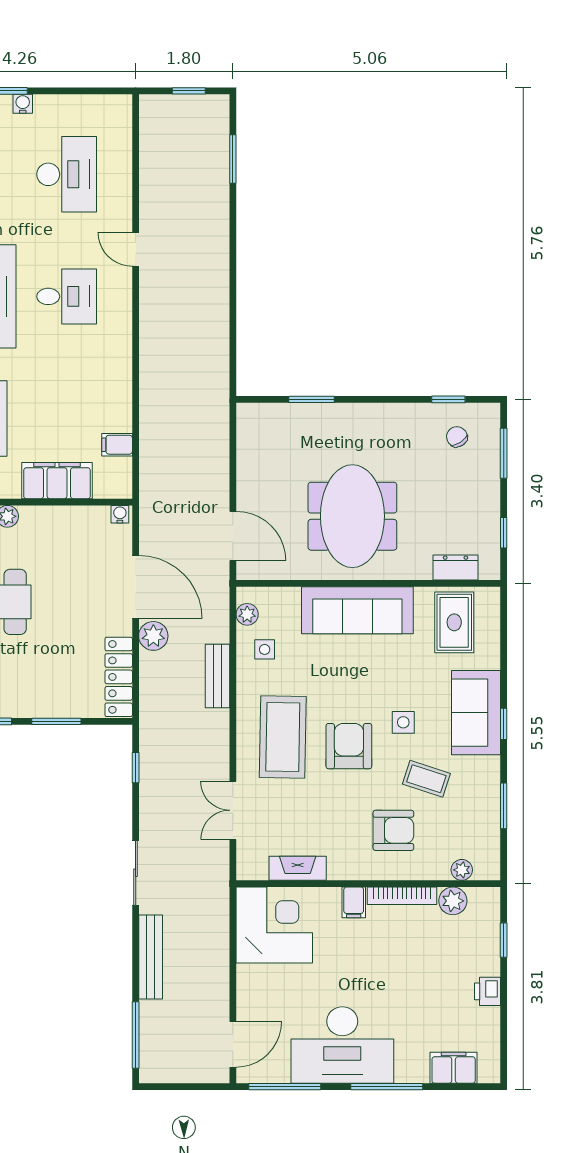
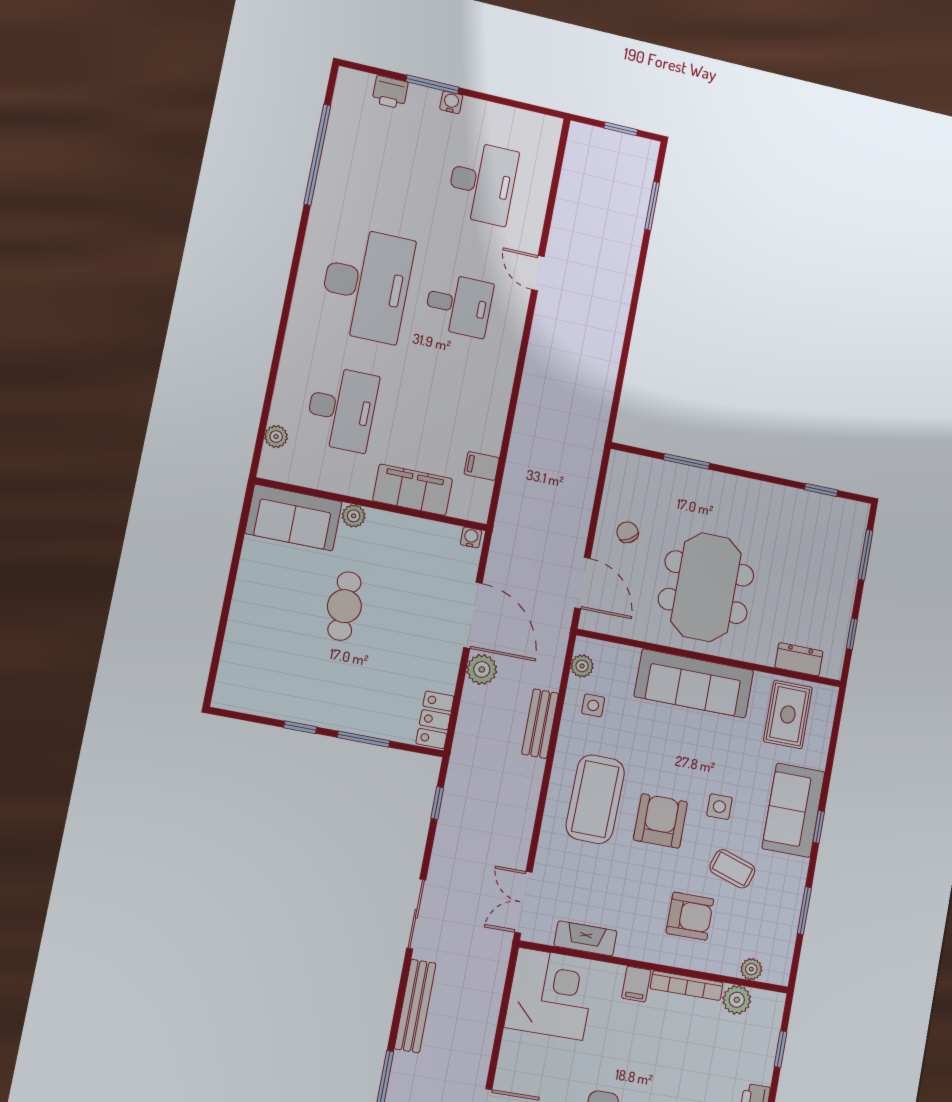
chair: (457, 437) -> (627, 532), moved
locker: (119, 677) -> (435, 720), width x0.66
double door: (233, 810) -> (523, 902), moved

